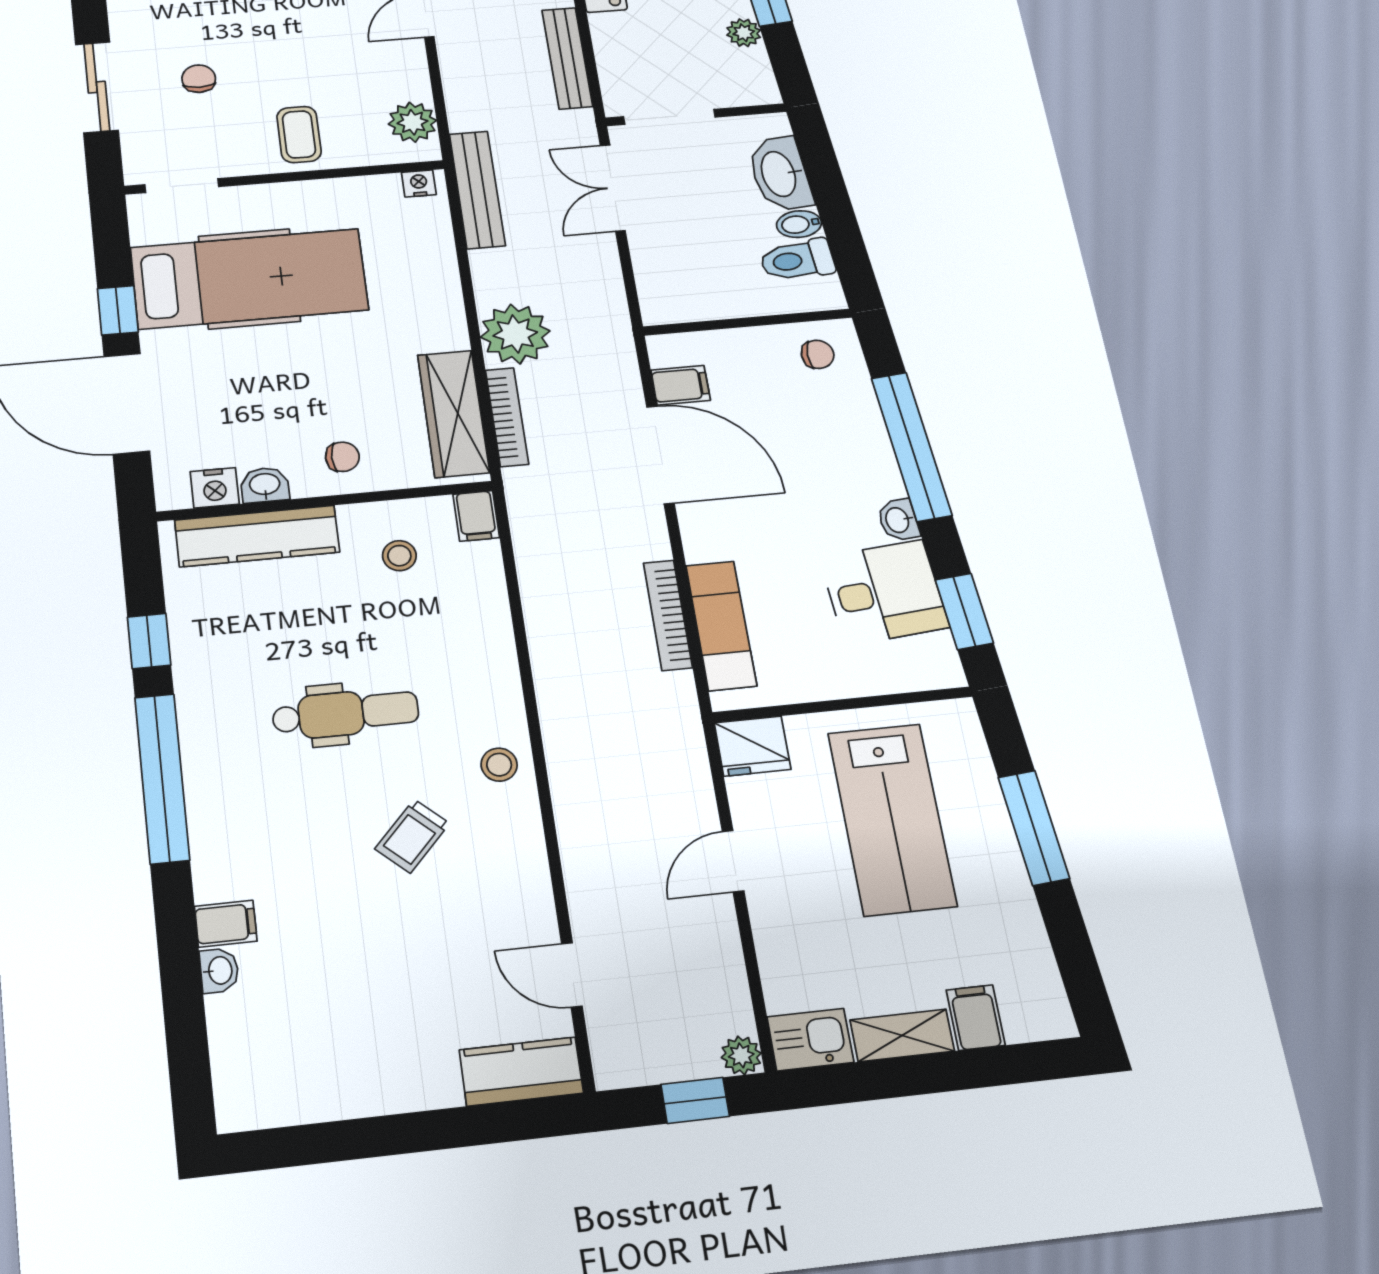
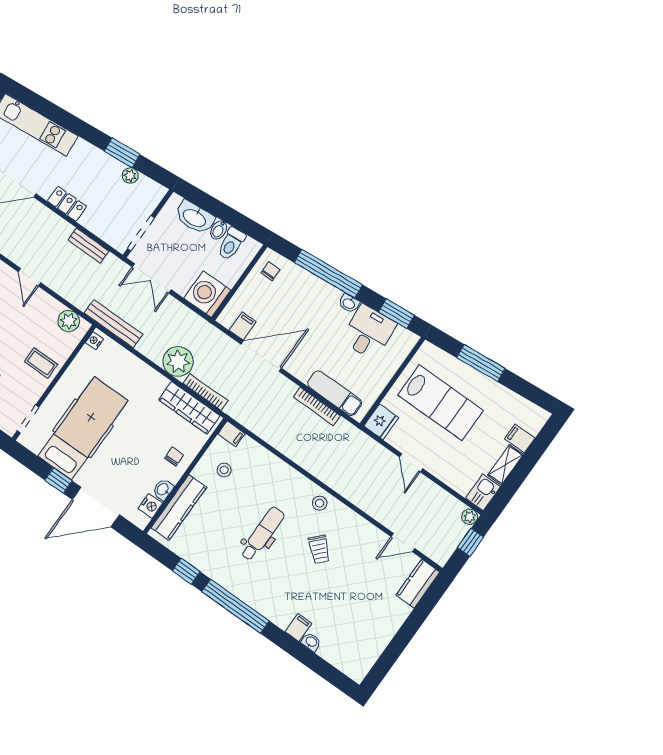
bench: (567, 58) -> (88, 246), width x0.73
washing machine: (676, 290) -> (207, 294), added

